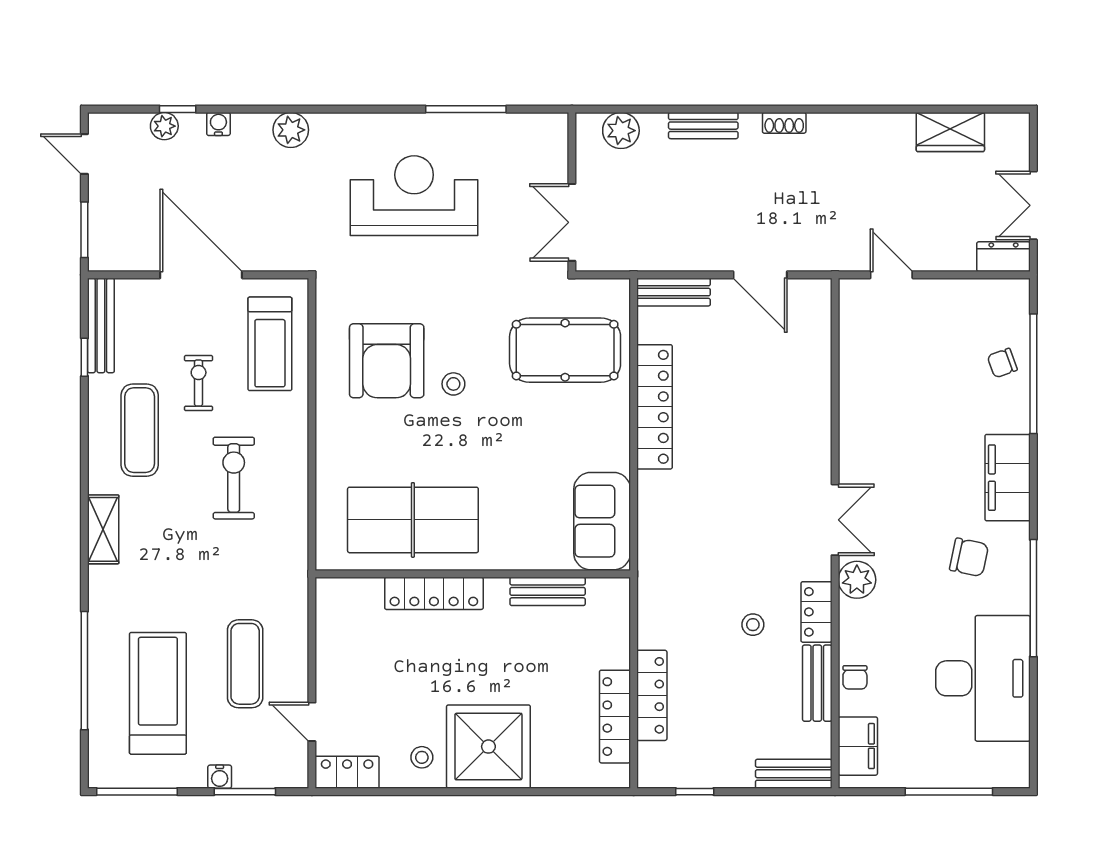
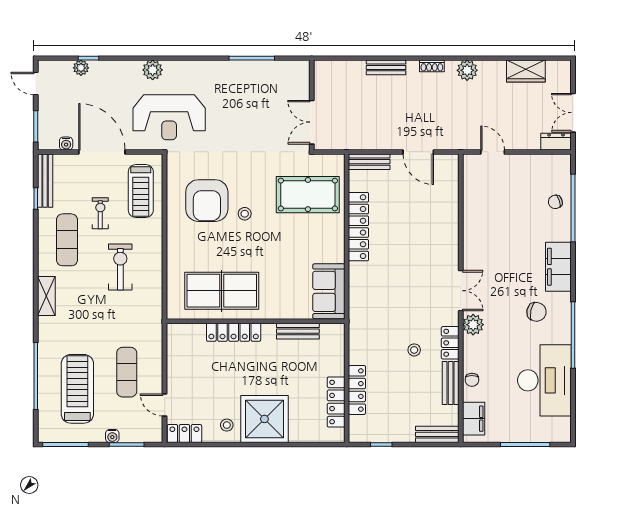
water cooler: (218, 124) -> (66, 144), moved, turned 180
plant: (621, 131) -> (467, 70), moved
reception desk: (414, 196) -> (169, 117), moved, turned 180

